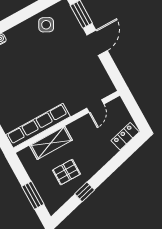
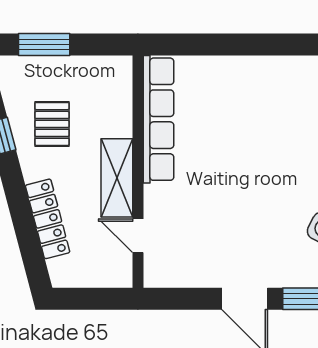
locker: (125, 136) -> (48, 219), moved, width x1.53
shelving: (51, 143) -> (117, 178), moved

